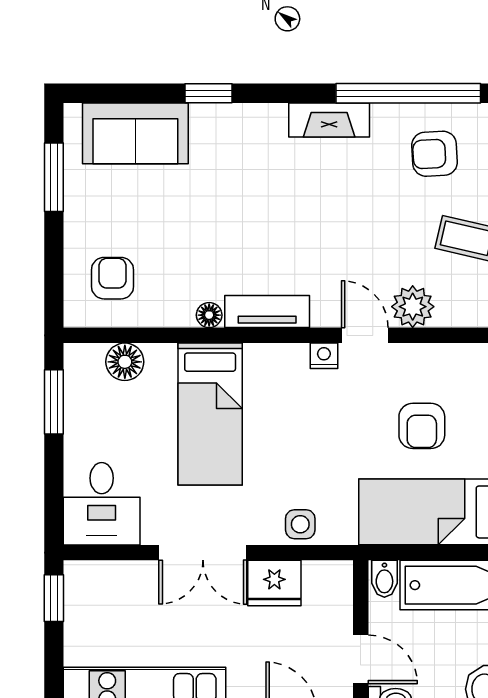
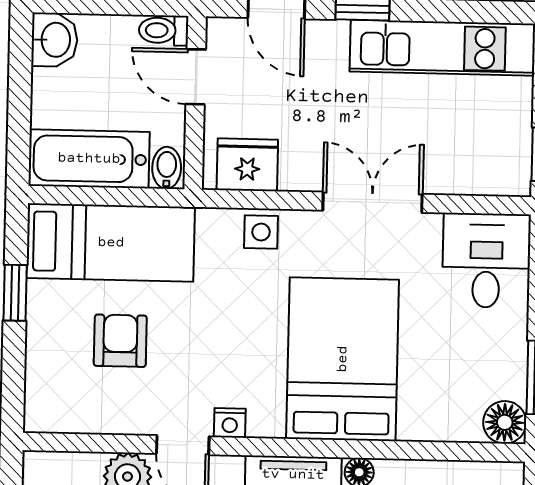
floor lamp: (125, 362) -> (505, 422), moved
bed: (210, 414) -> (343, 359), width x1.50
fridge: (274, 583) -> (247, 165), moved

